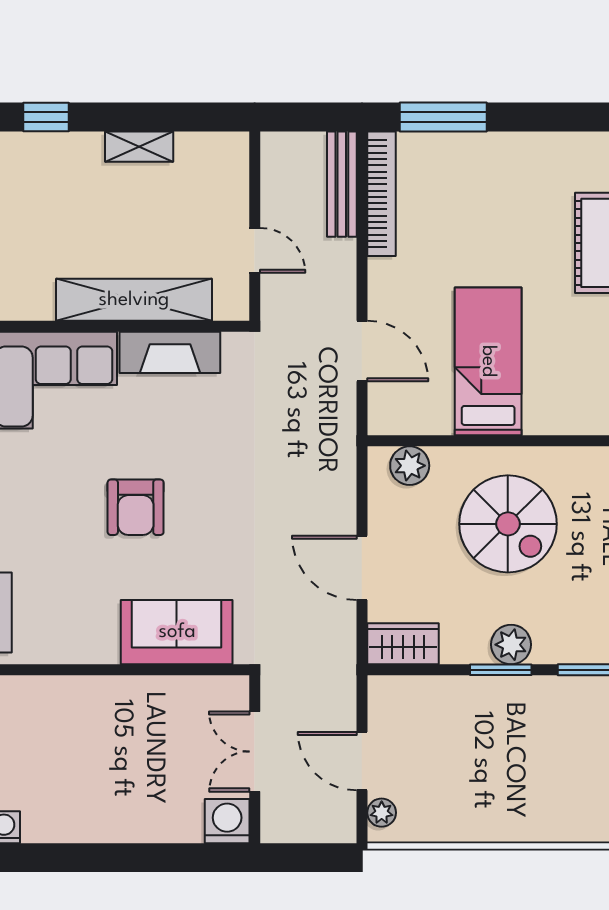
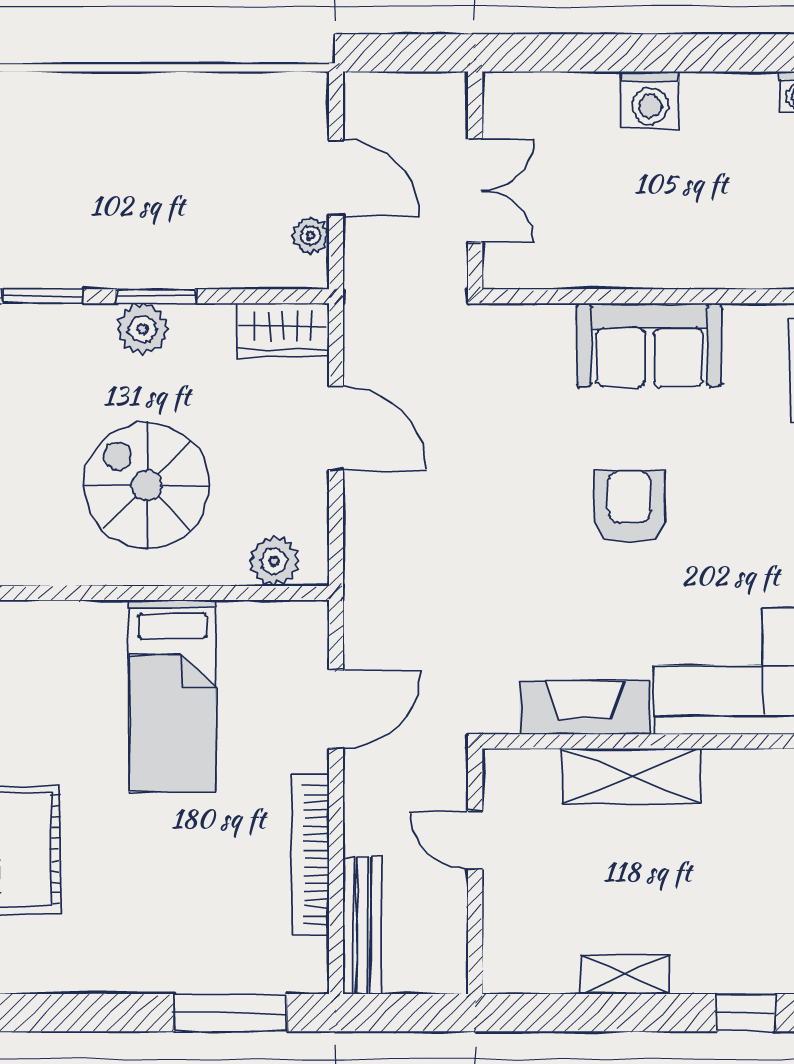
bookcase: (381, 194) -> (311, 855), moved
shelving: (134, 300) -> (631, 776), width x0.68
door: (362, 351) -> (336, 709), swing flipped
sofa: (177, 632) -> (649, 345), moved
plant: (382, 813) -> (311, 235), moved
washing machine: (227, 821) -> (650, 100), moved

